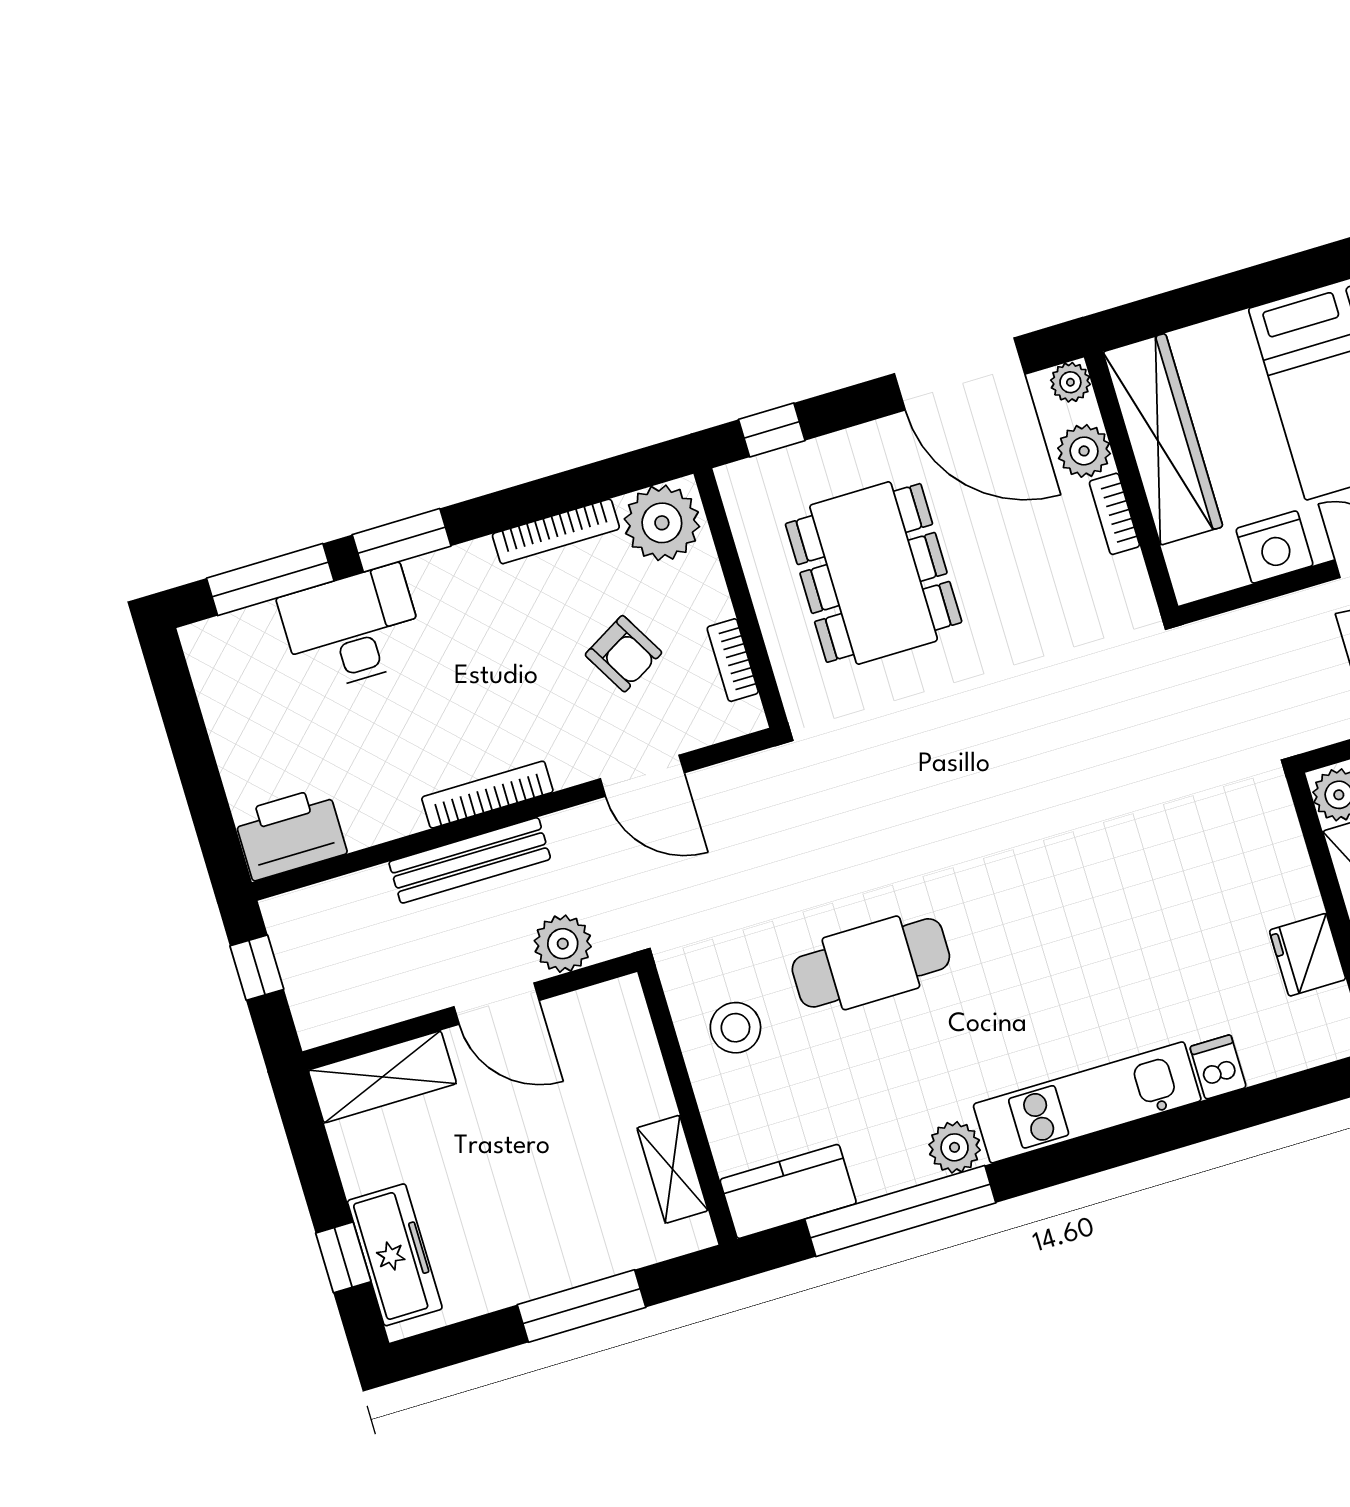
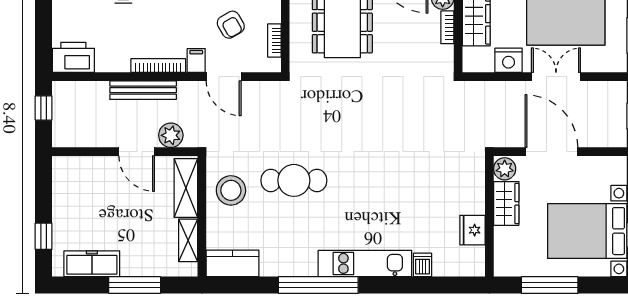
filing cabinet: (570, 758) -> (196, 61), added
stool: (735, 1028) -> (231, 190), width x1.38, depth x1.38
shelving: (382, 1077) -> (186, 188), moved, turned 90
plant: (955, 1147) -> (306, 266), removed
window: (900, 1211) -> (318, 285), moved
freezer: (395, 1255) -> (92, 264), moved, turned -90

